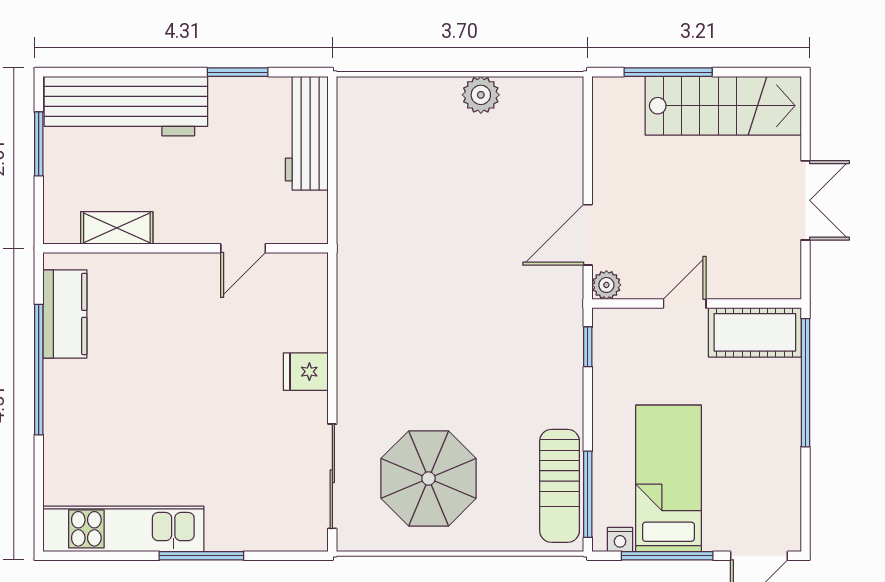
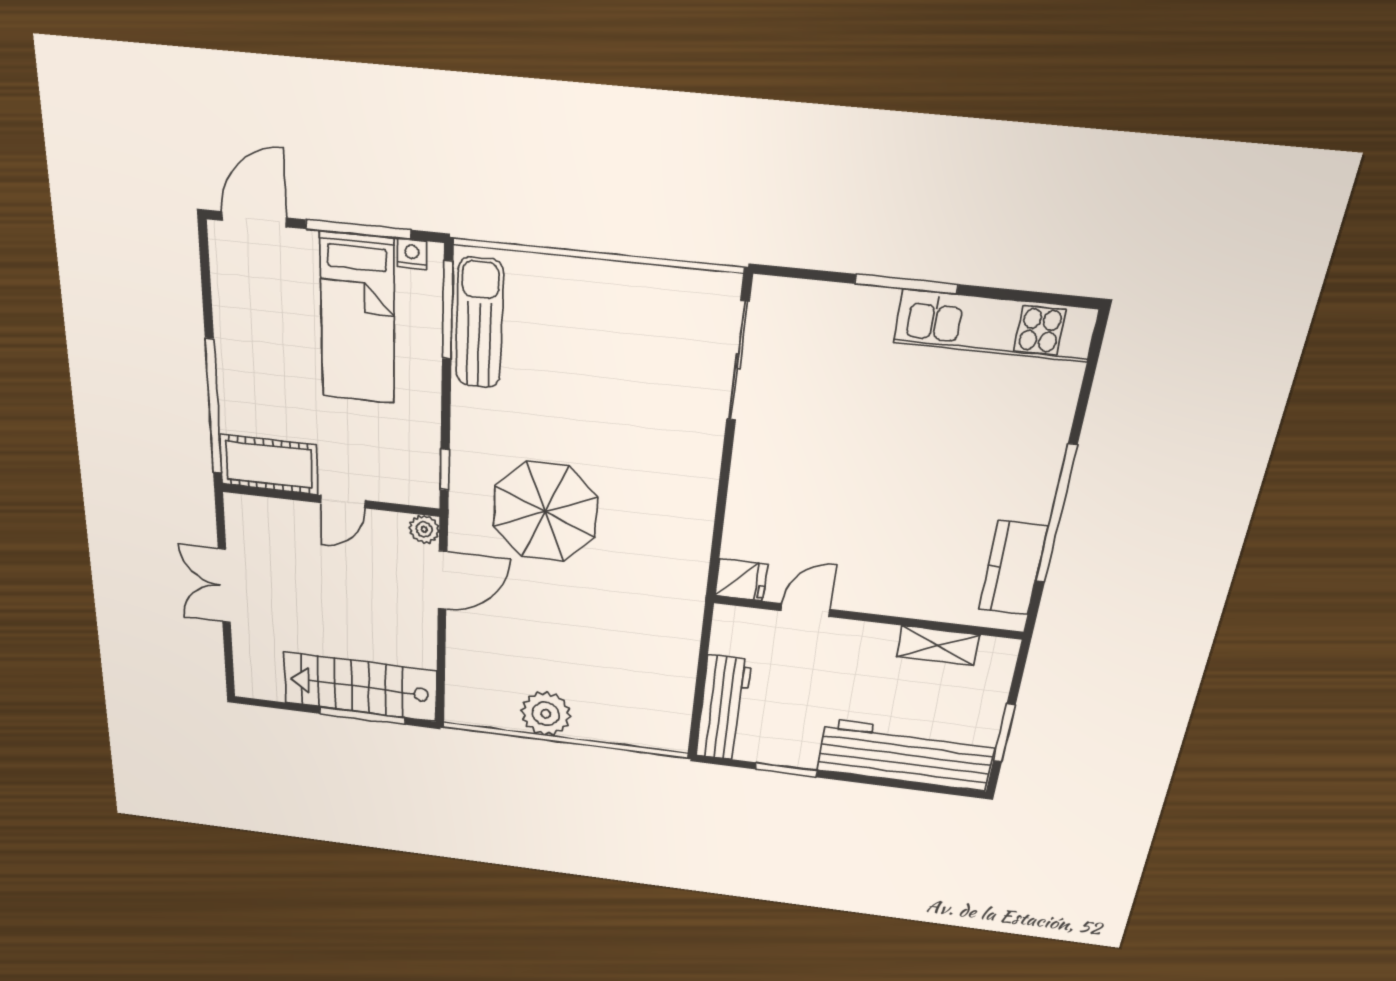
plant: (481, 95) -> (546, 714), width x1.36, depth x1.36
stairs: (723, 106) -> (360, 687), moved
fridge: (306, 372) -> (741, 580), moved
parasol: (429, 478) -> (545, 512), moved

